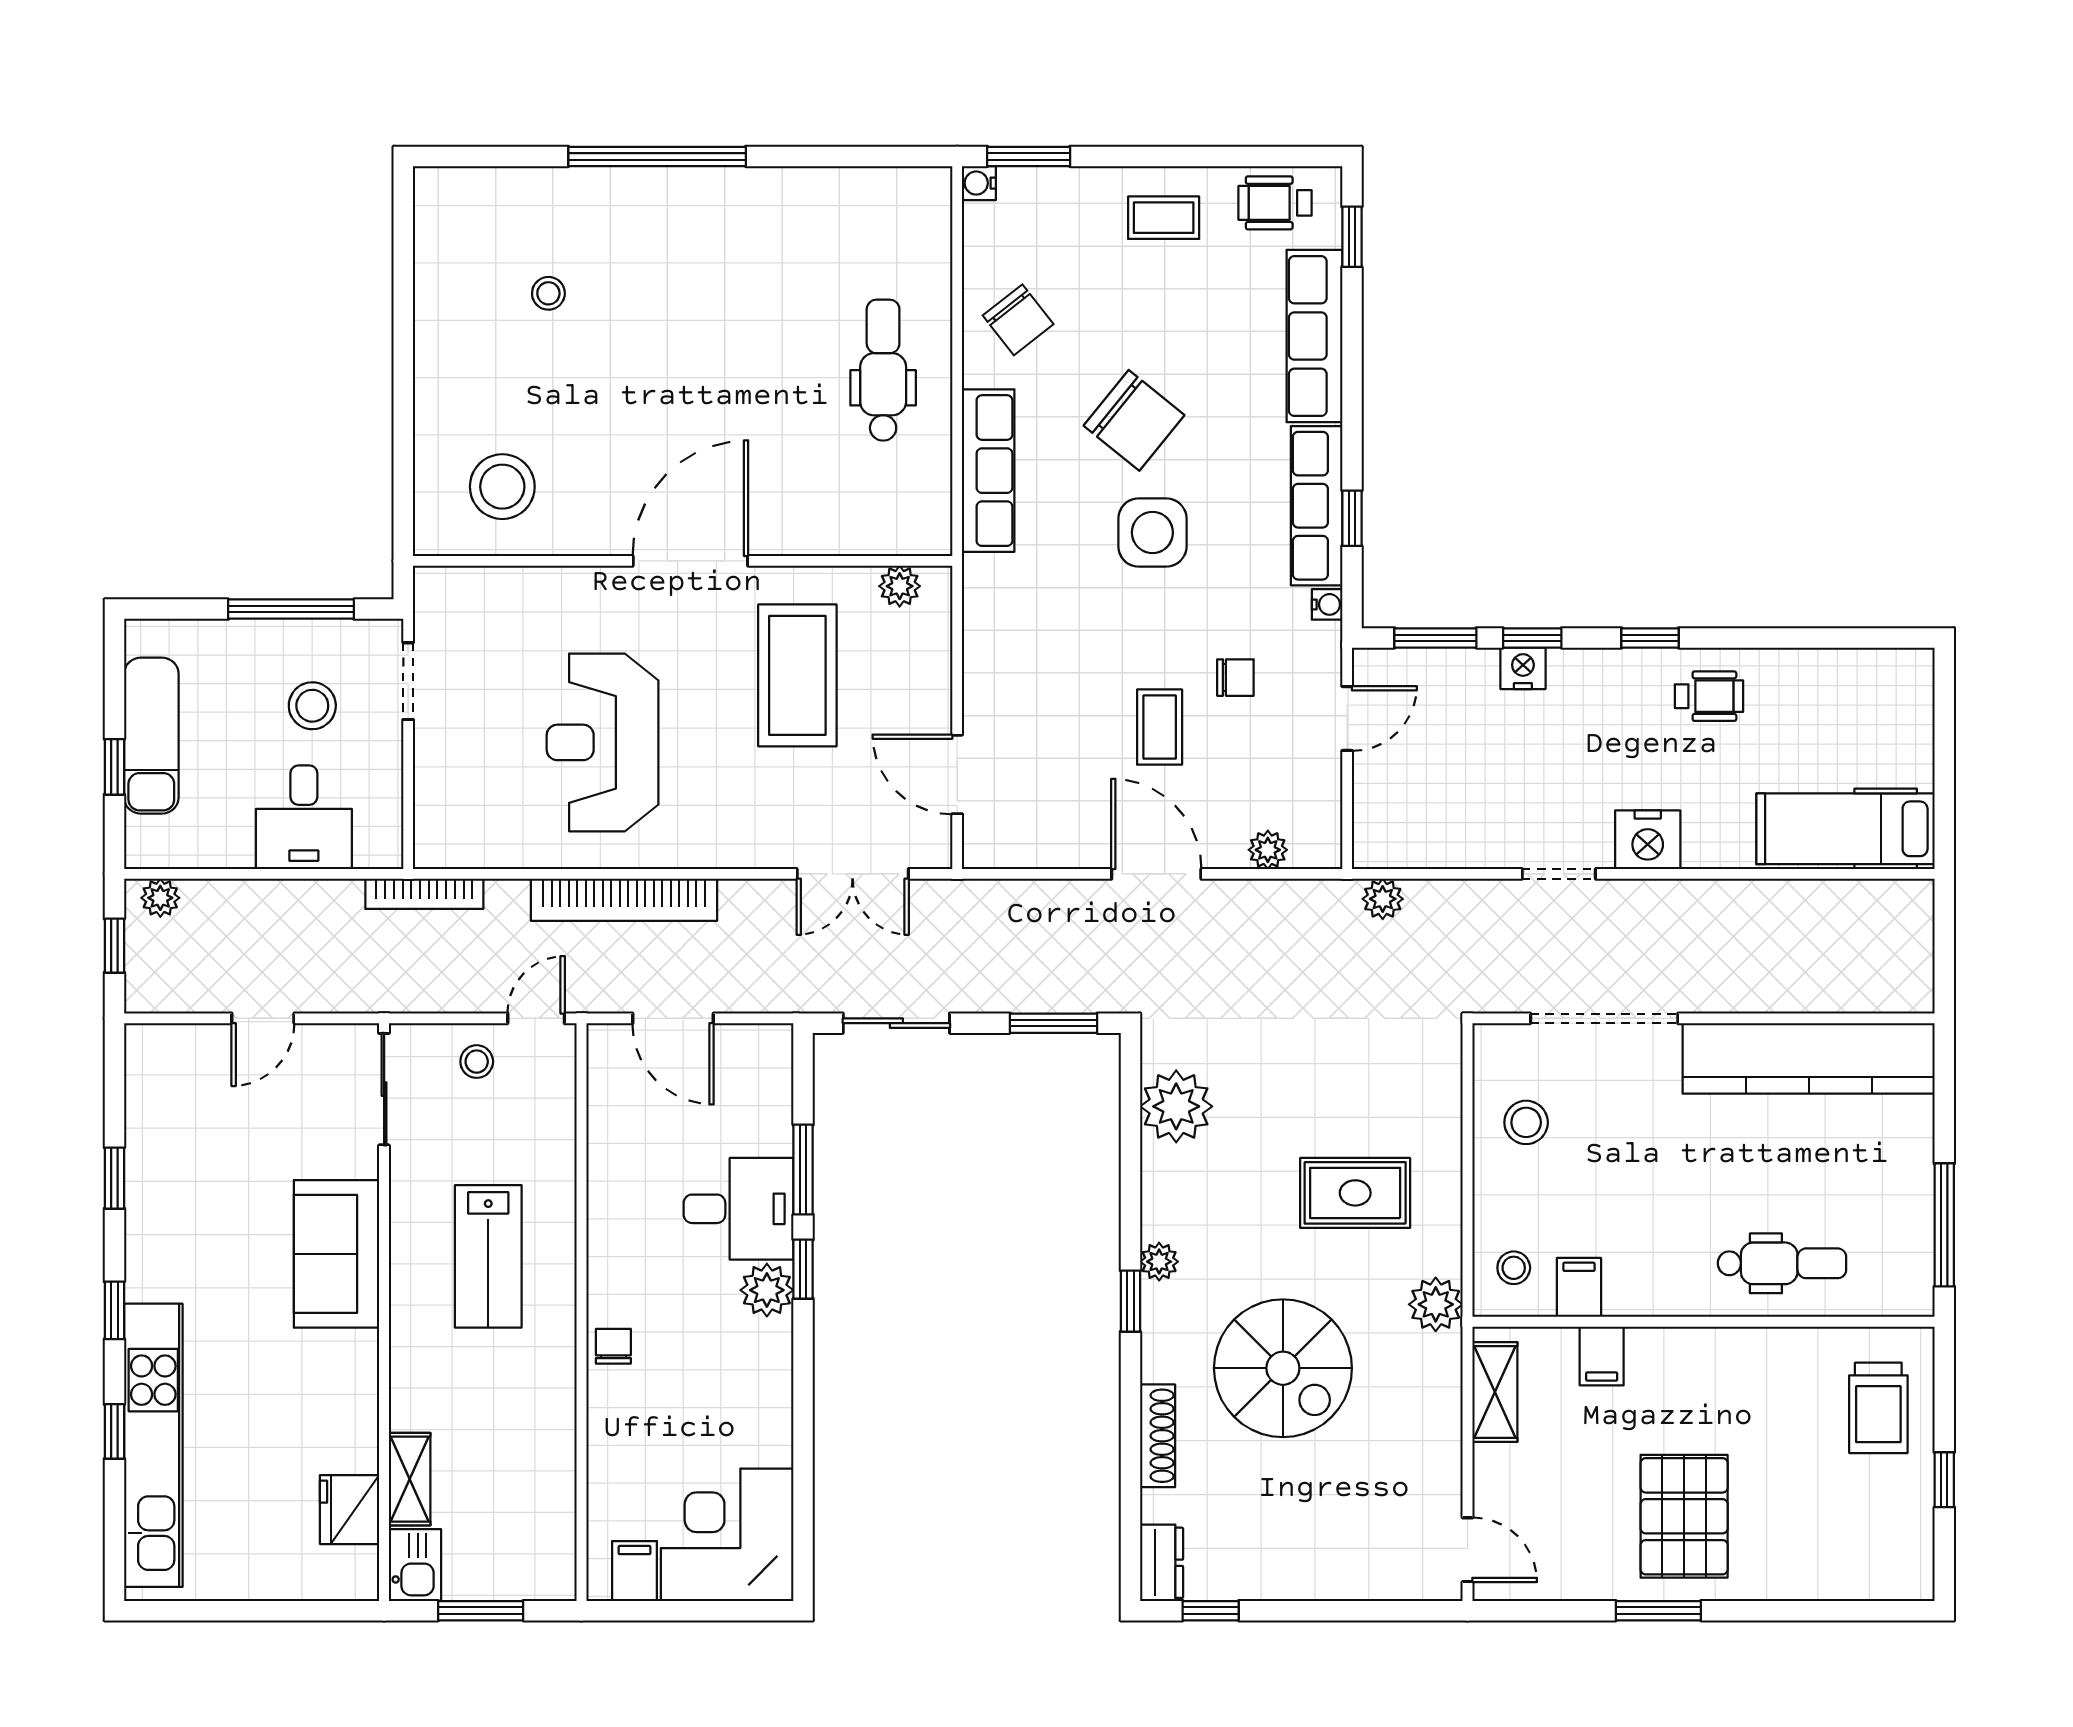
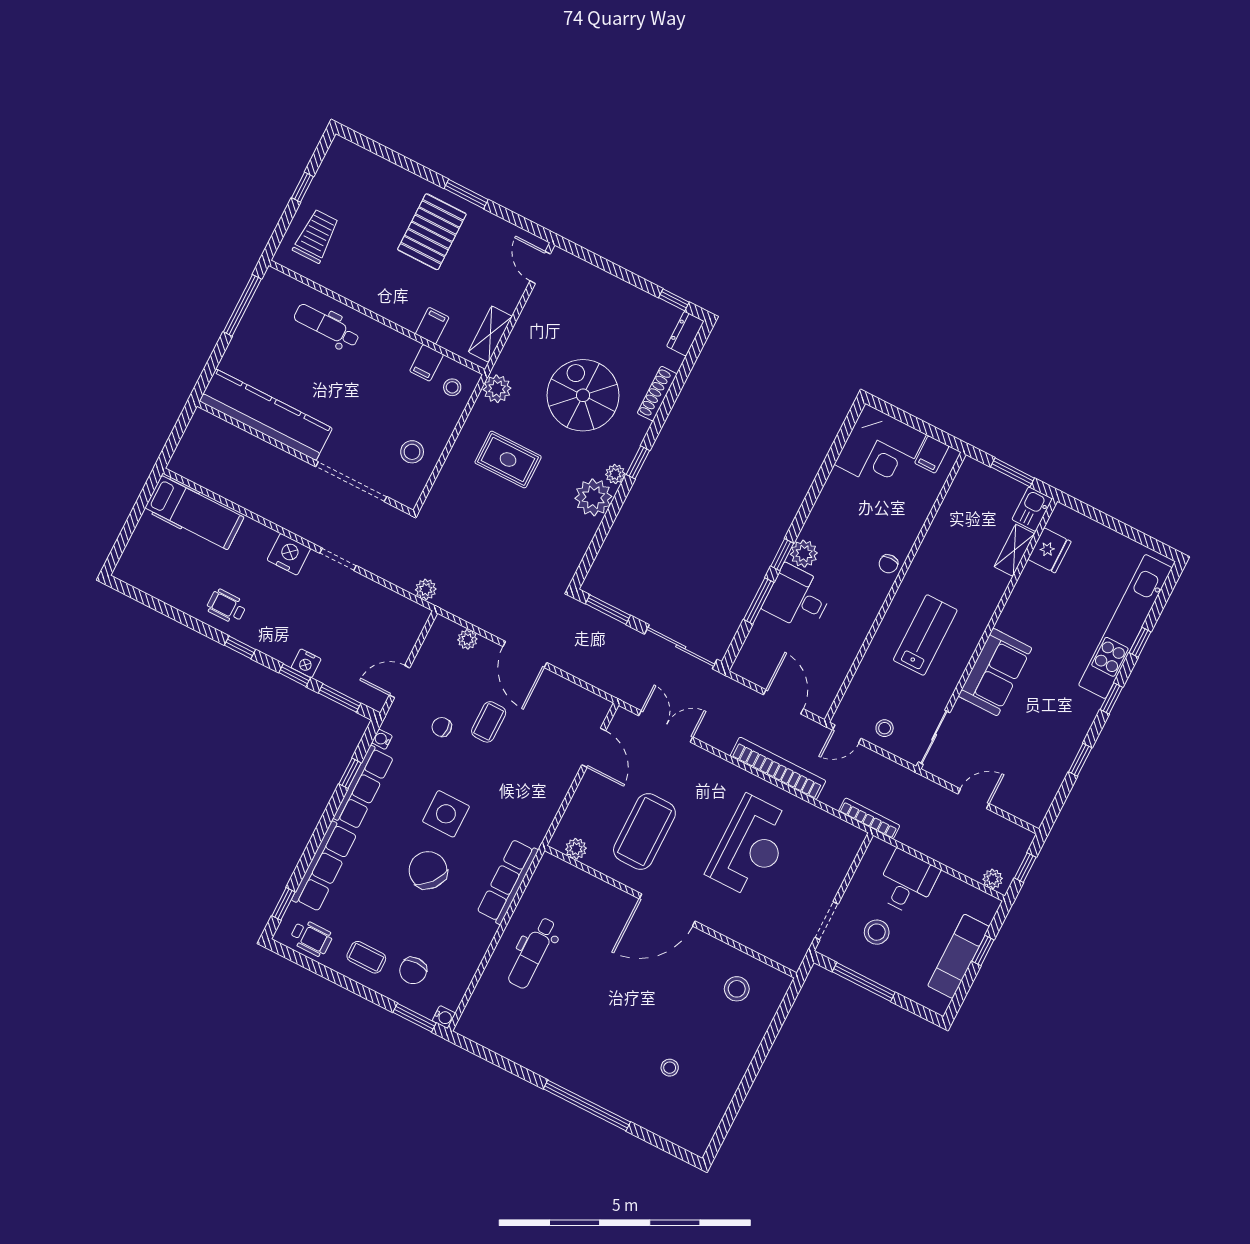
chair: (1018, 320) -> (413, 971), moved, turned -142
stool: (502, 487) -> (737, 989), width x0.73, depth x0.73
sliding door: (896, 1023) -> (681, 647), width x1.37
plant: (1176, 1106) -> (593, 497), moved

